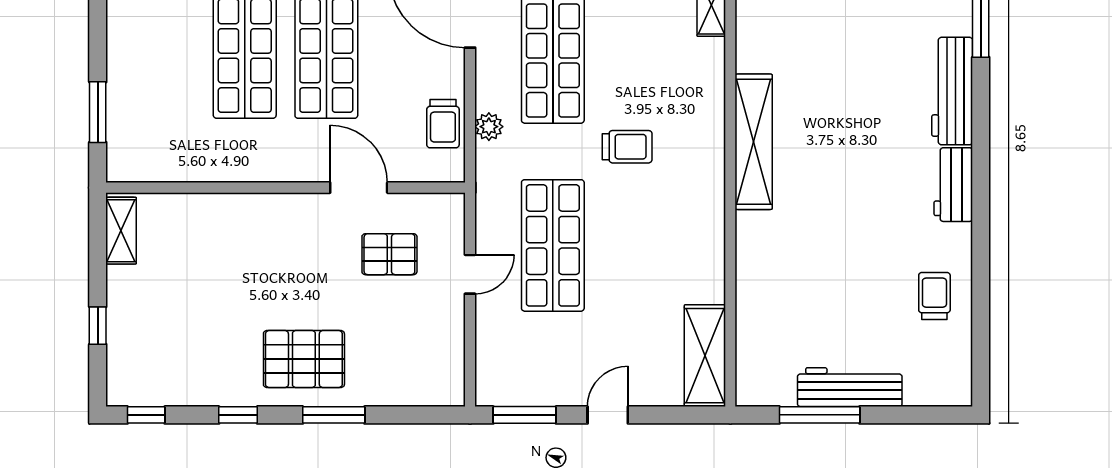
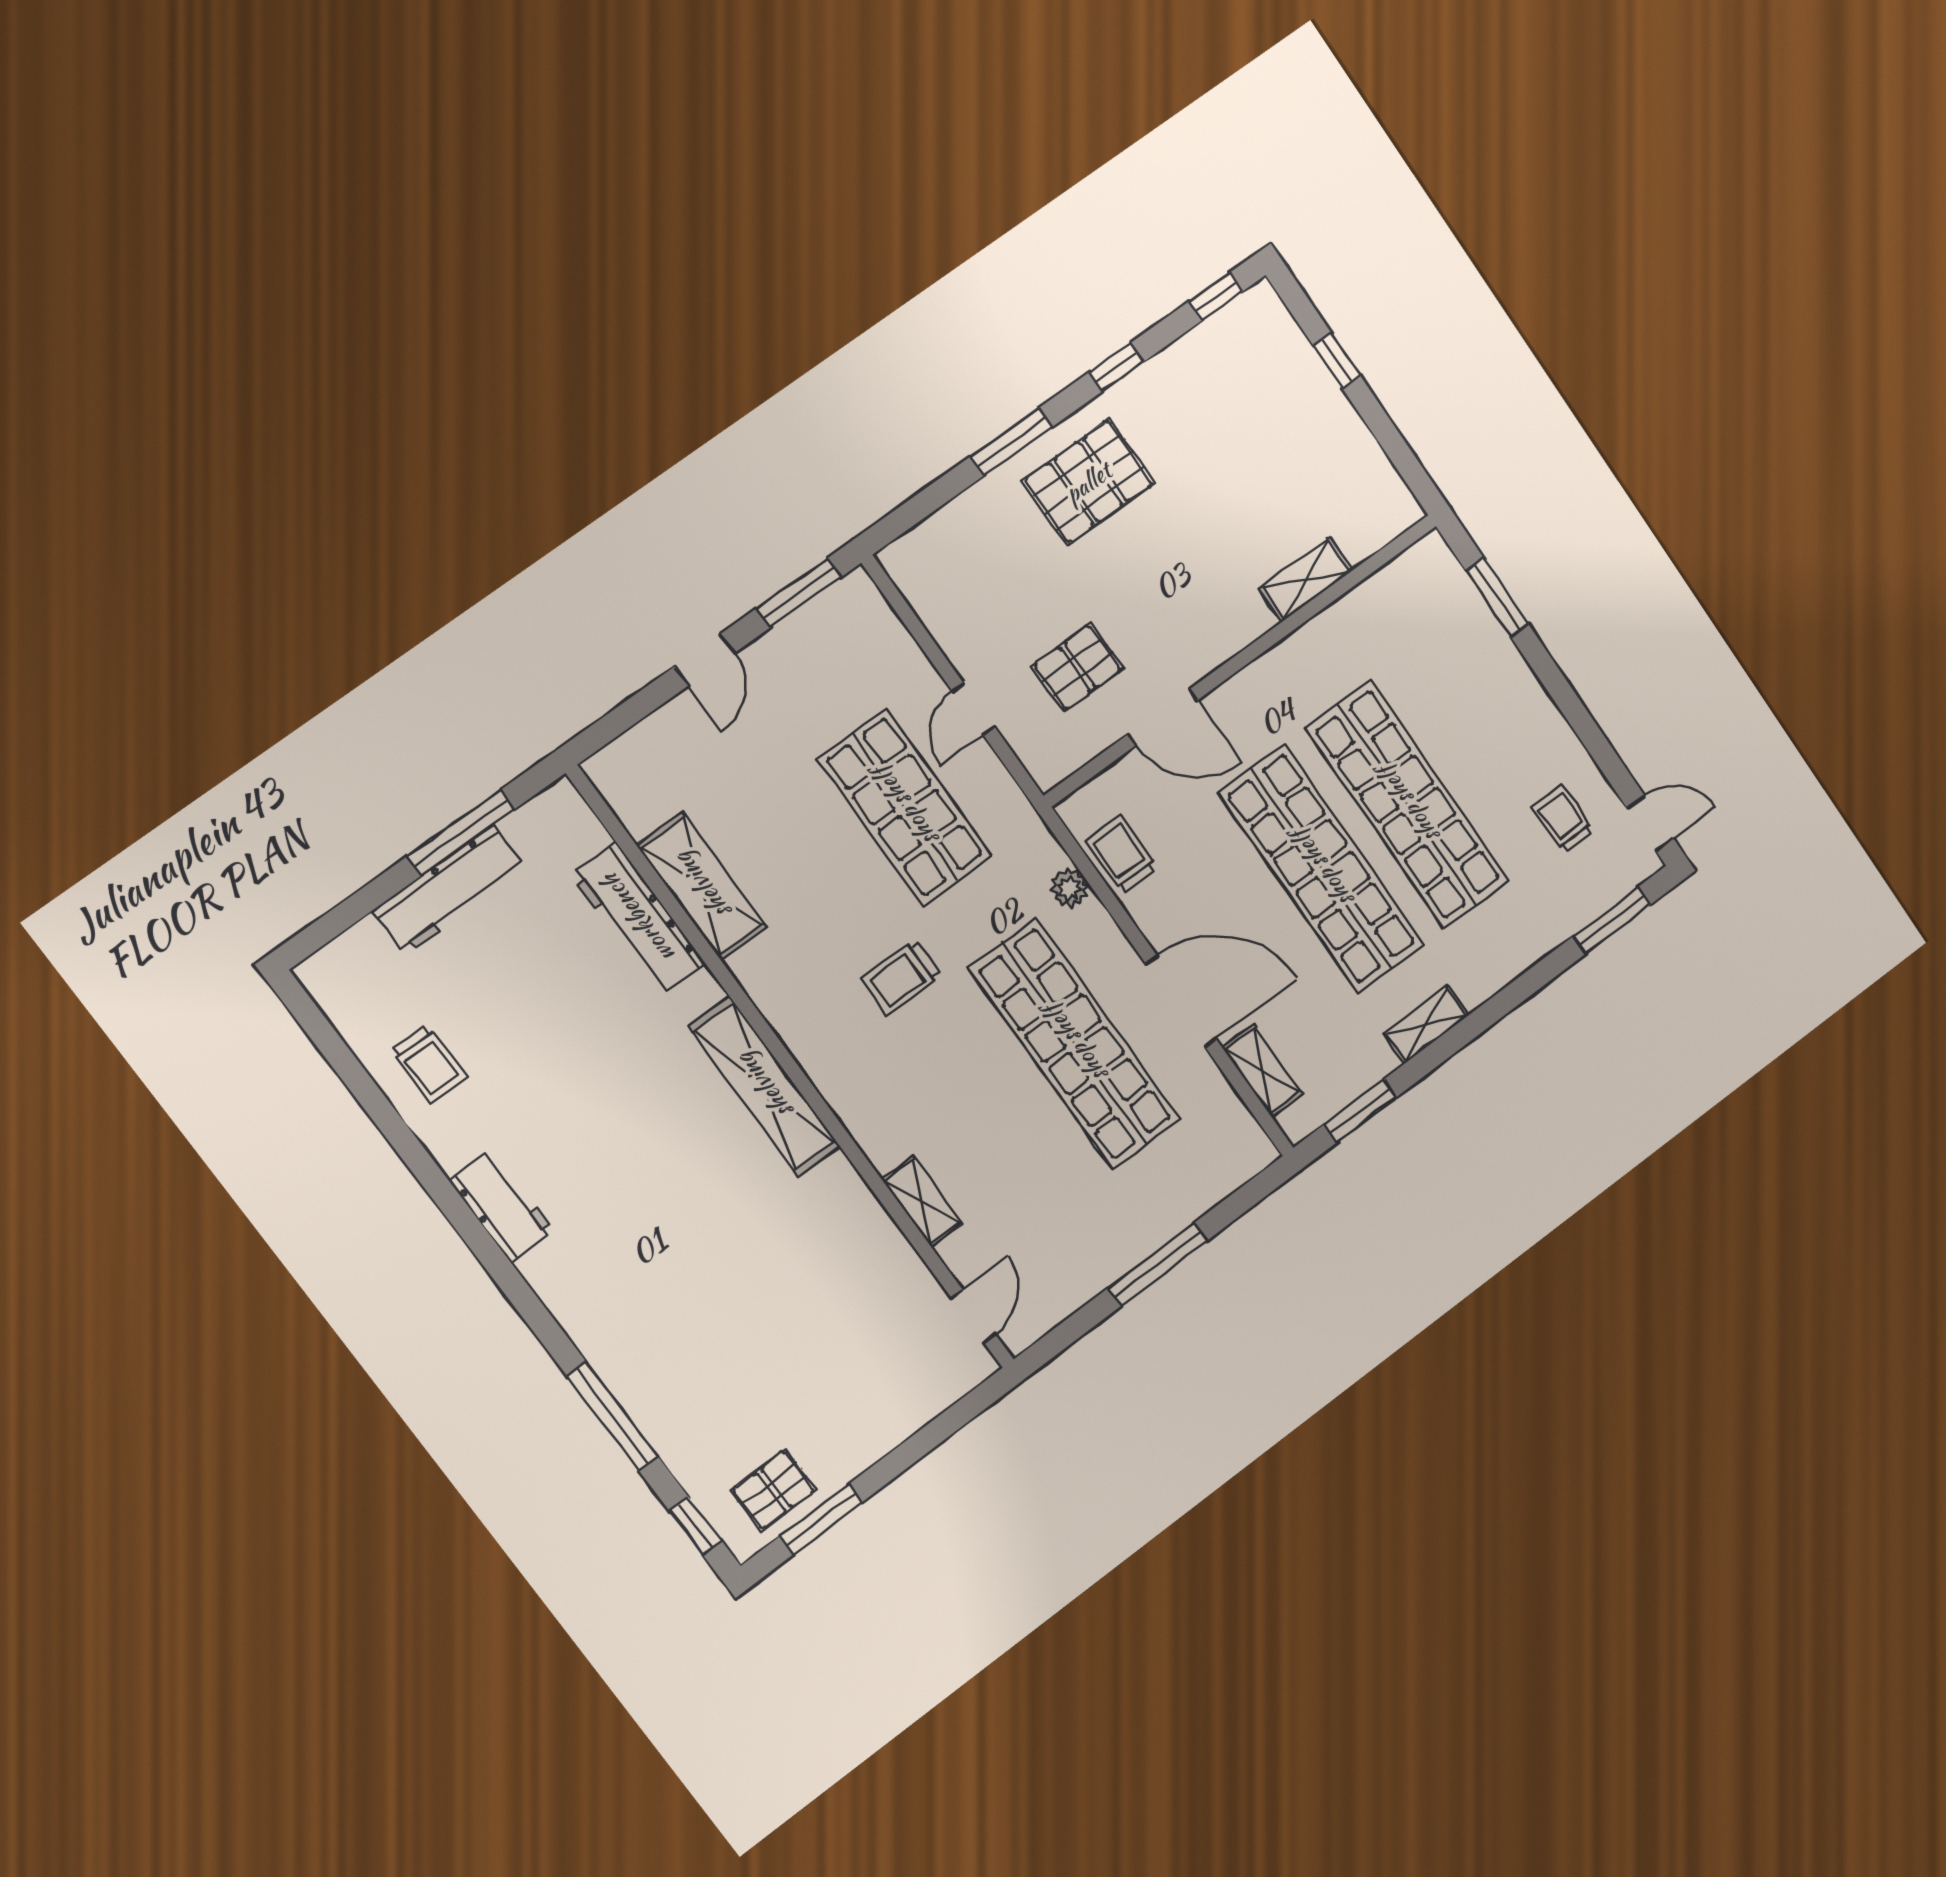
workbench: (952, 91) -> (638, 919), moved, turned 180
shelving: (121, 231) -> (1306, 579), moved, turned 90
shelving: (705, 356) -> (702, 886), moved

